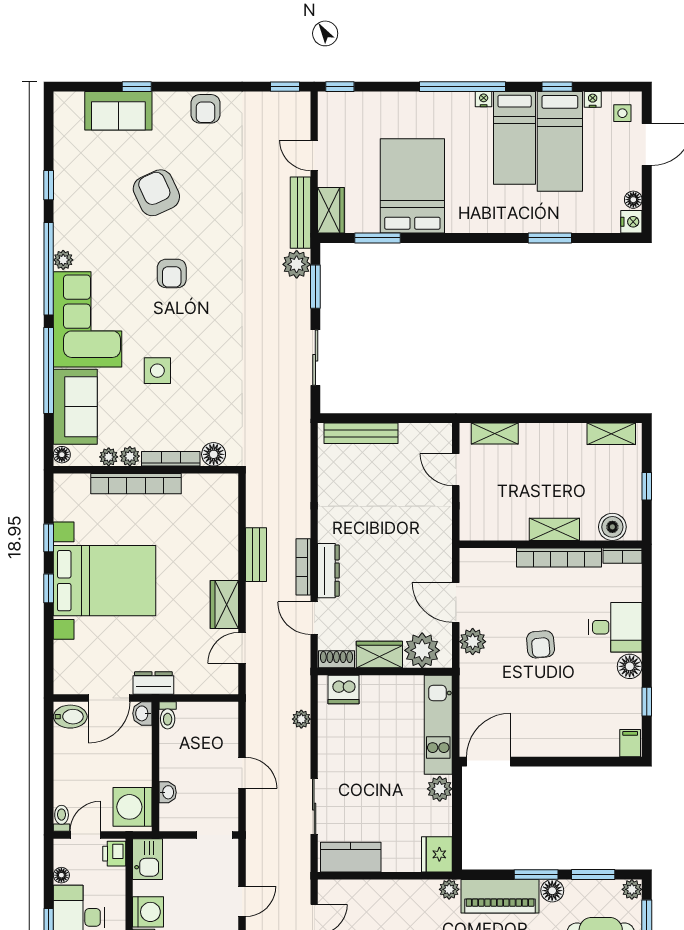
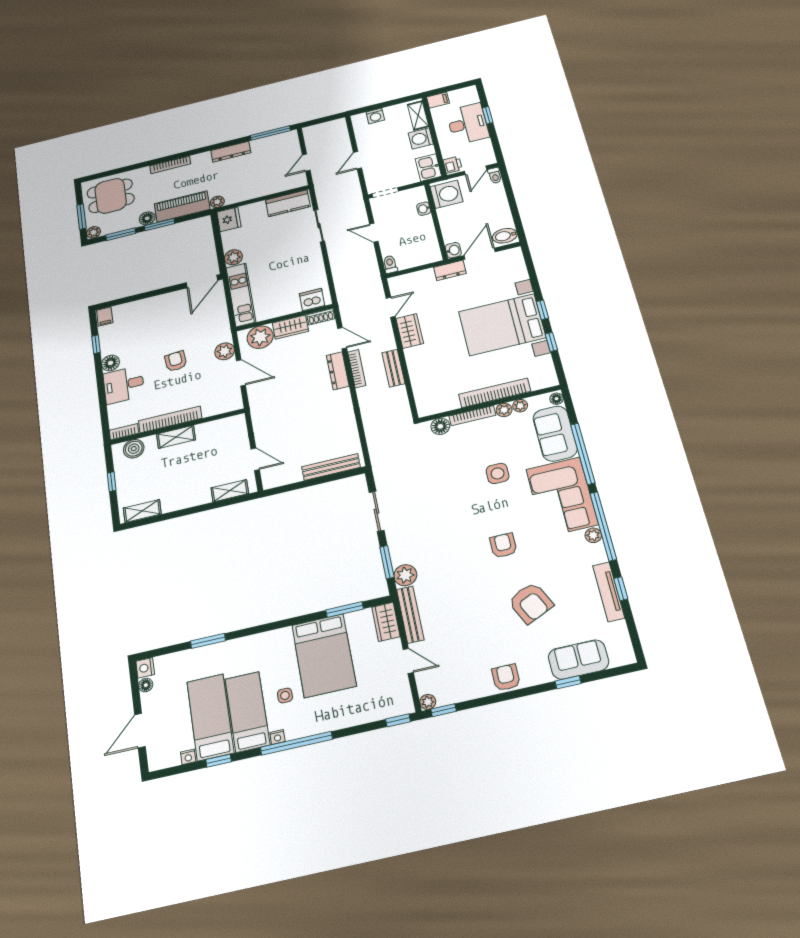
side table: (622, 113) -> (285, 695), moved
tv unit: (63, 184) -> (609, 592), added
toilet: (168, 715) -> (390, 264), moved
plant: (301, 719) -> (428, 702), moved
floor lamp: (61, 875) -> (486, 144), removed

